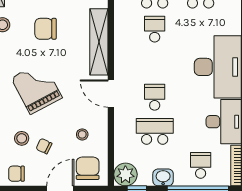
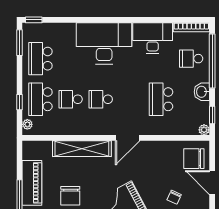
school desk: (155, 97) -> (101, 99), moved
stool: (82, 134) -> (164, 163), removed
plant: (125, 174) -> (204, 130), width x0.53, depth x0.53

